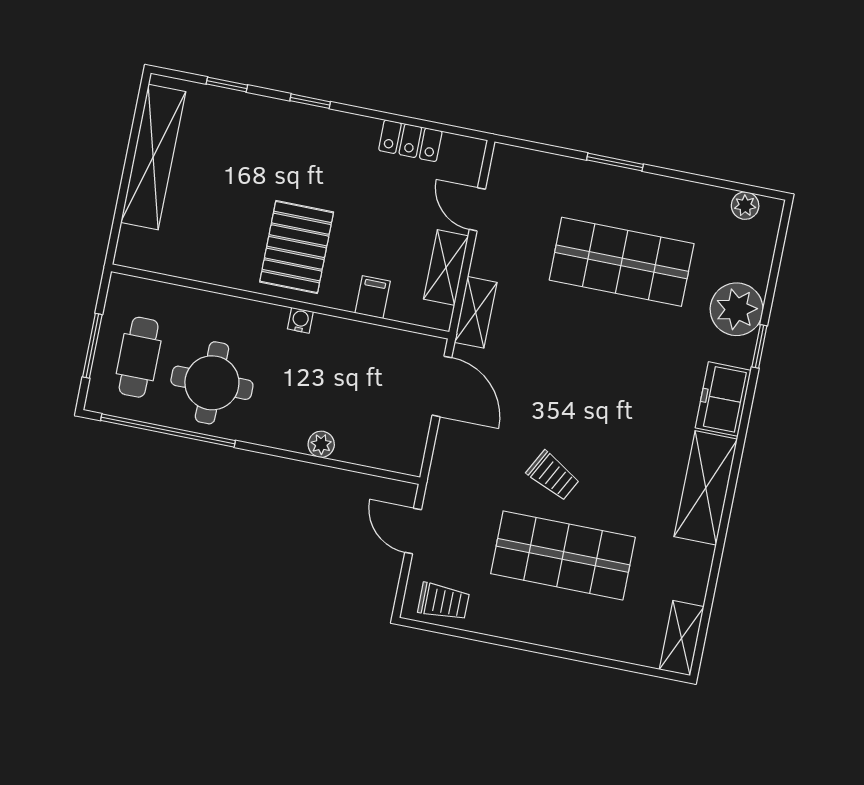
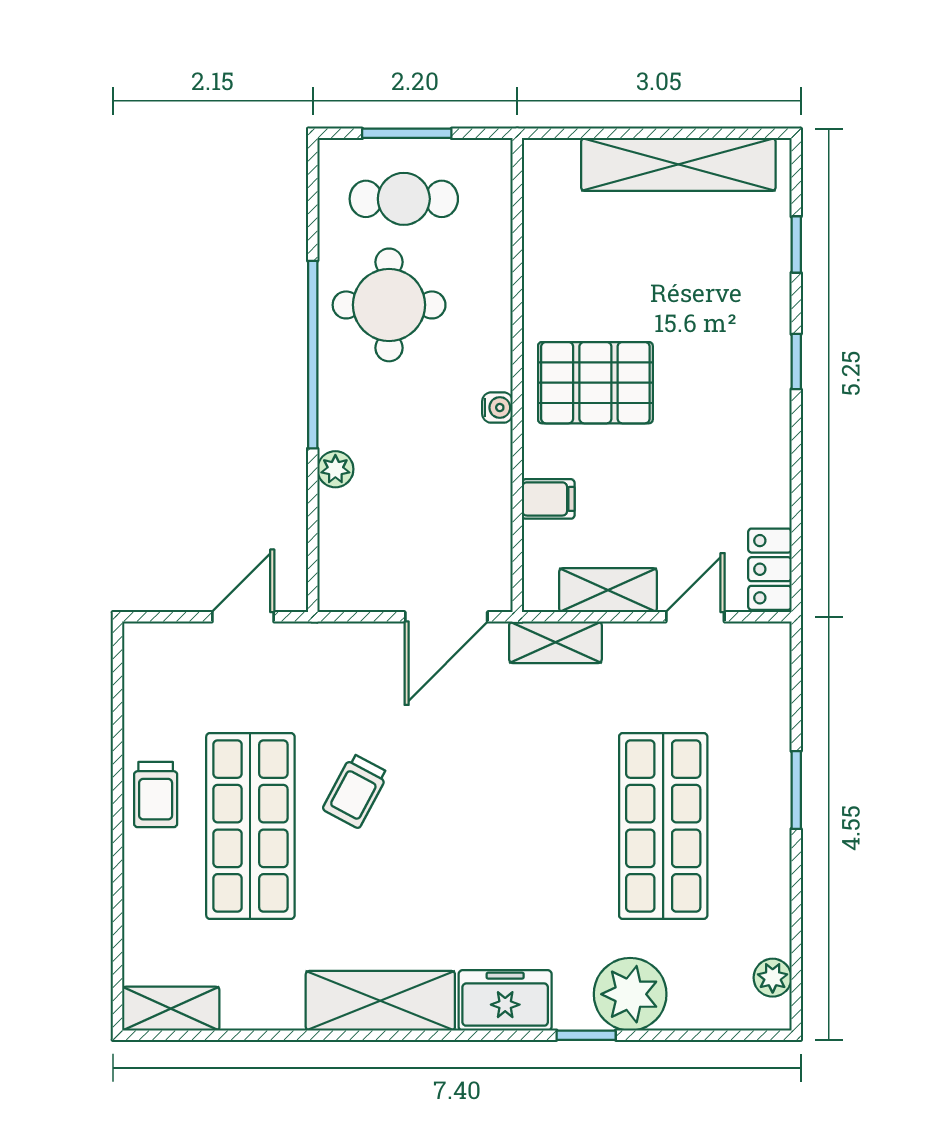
locker: (410, 141) -> (770, 569), moved
window: (168, 430) -> (313, 355), moved
trolley: (444, 602) -> (156, 795), moved

